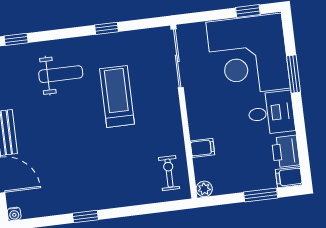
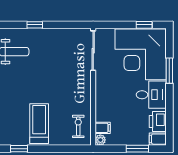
window: (107, 28) -> (35, 25), moved
treadmill: (117, 96) -> (39, 124), moved
filing cabinet: (202, 148) -> (103, 128), moved

